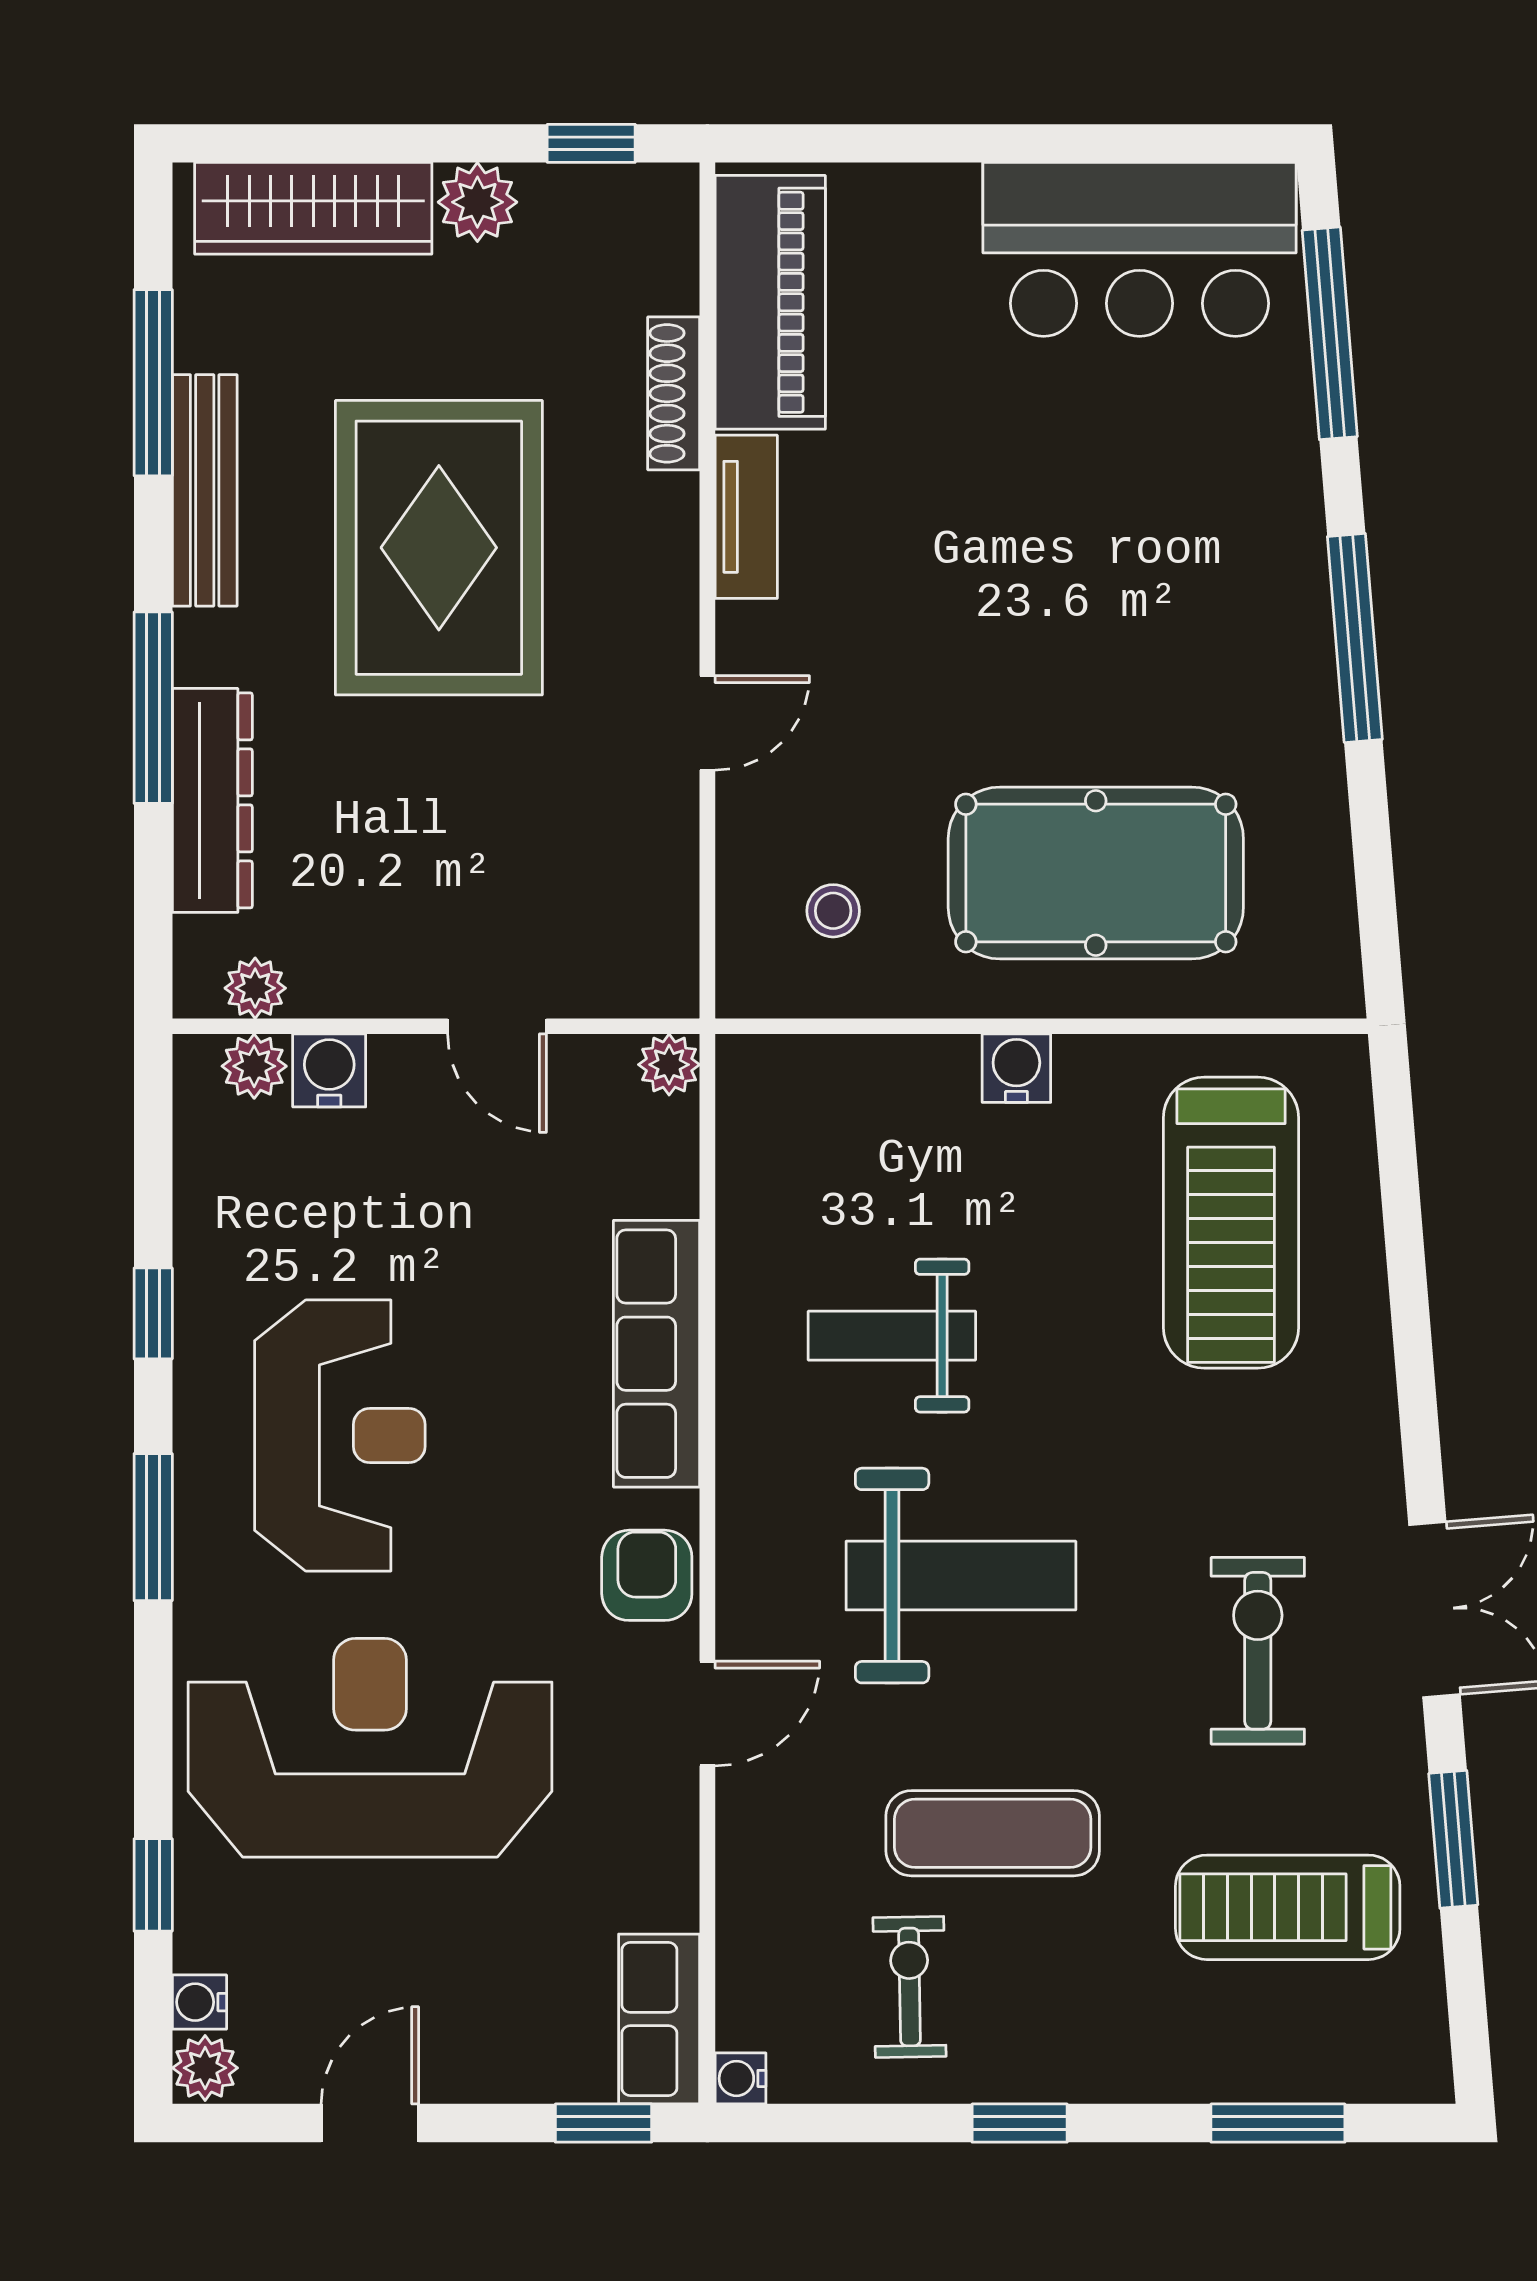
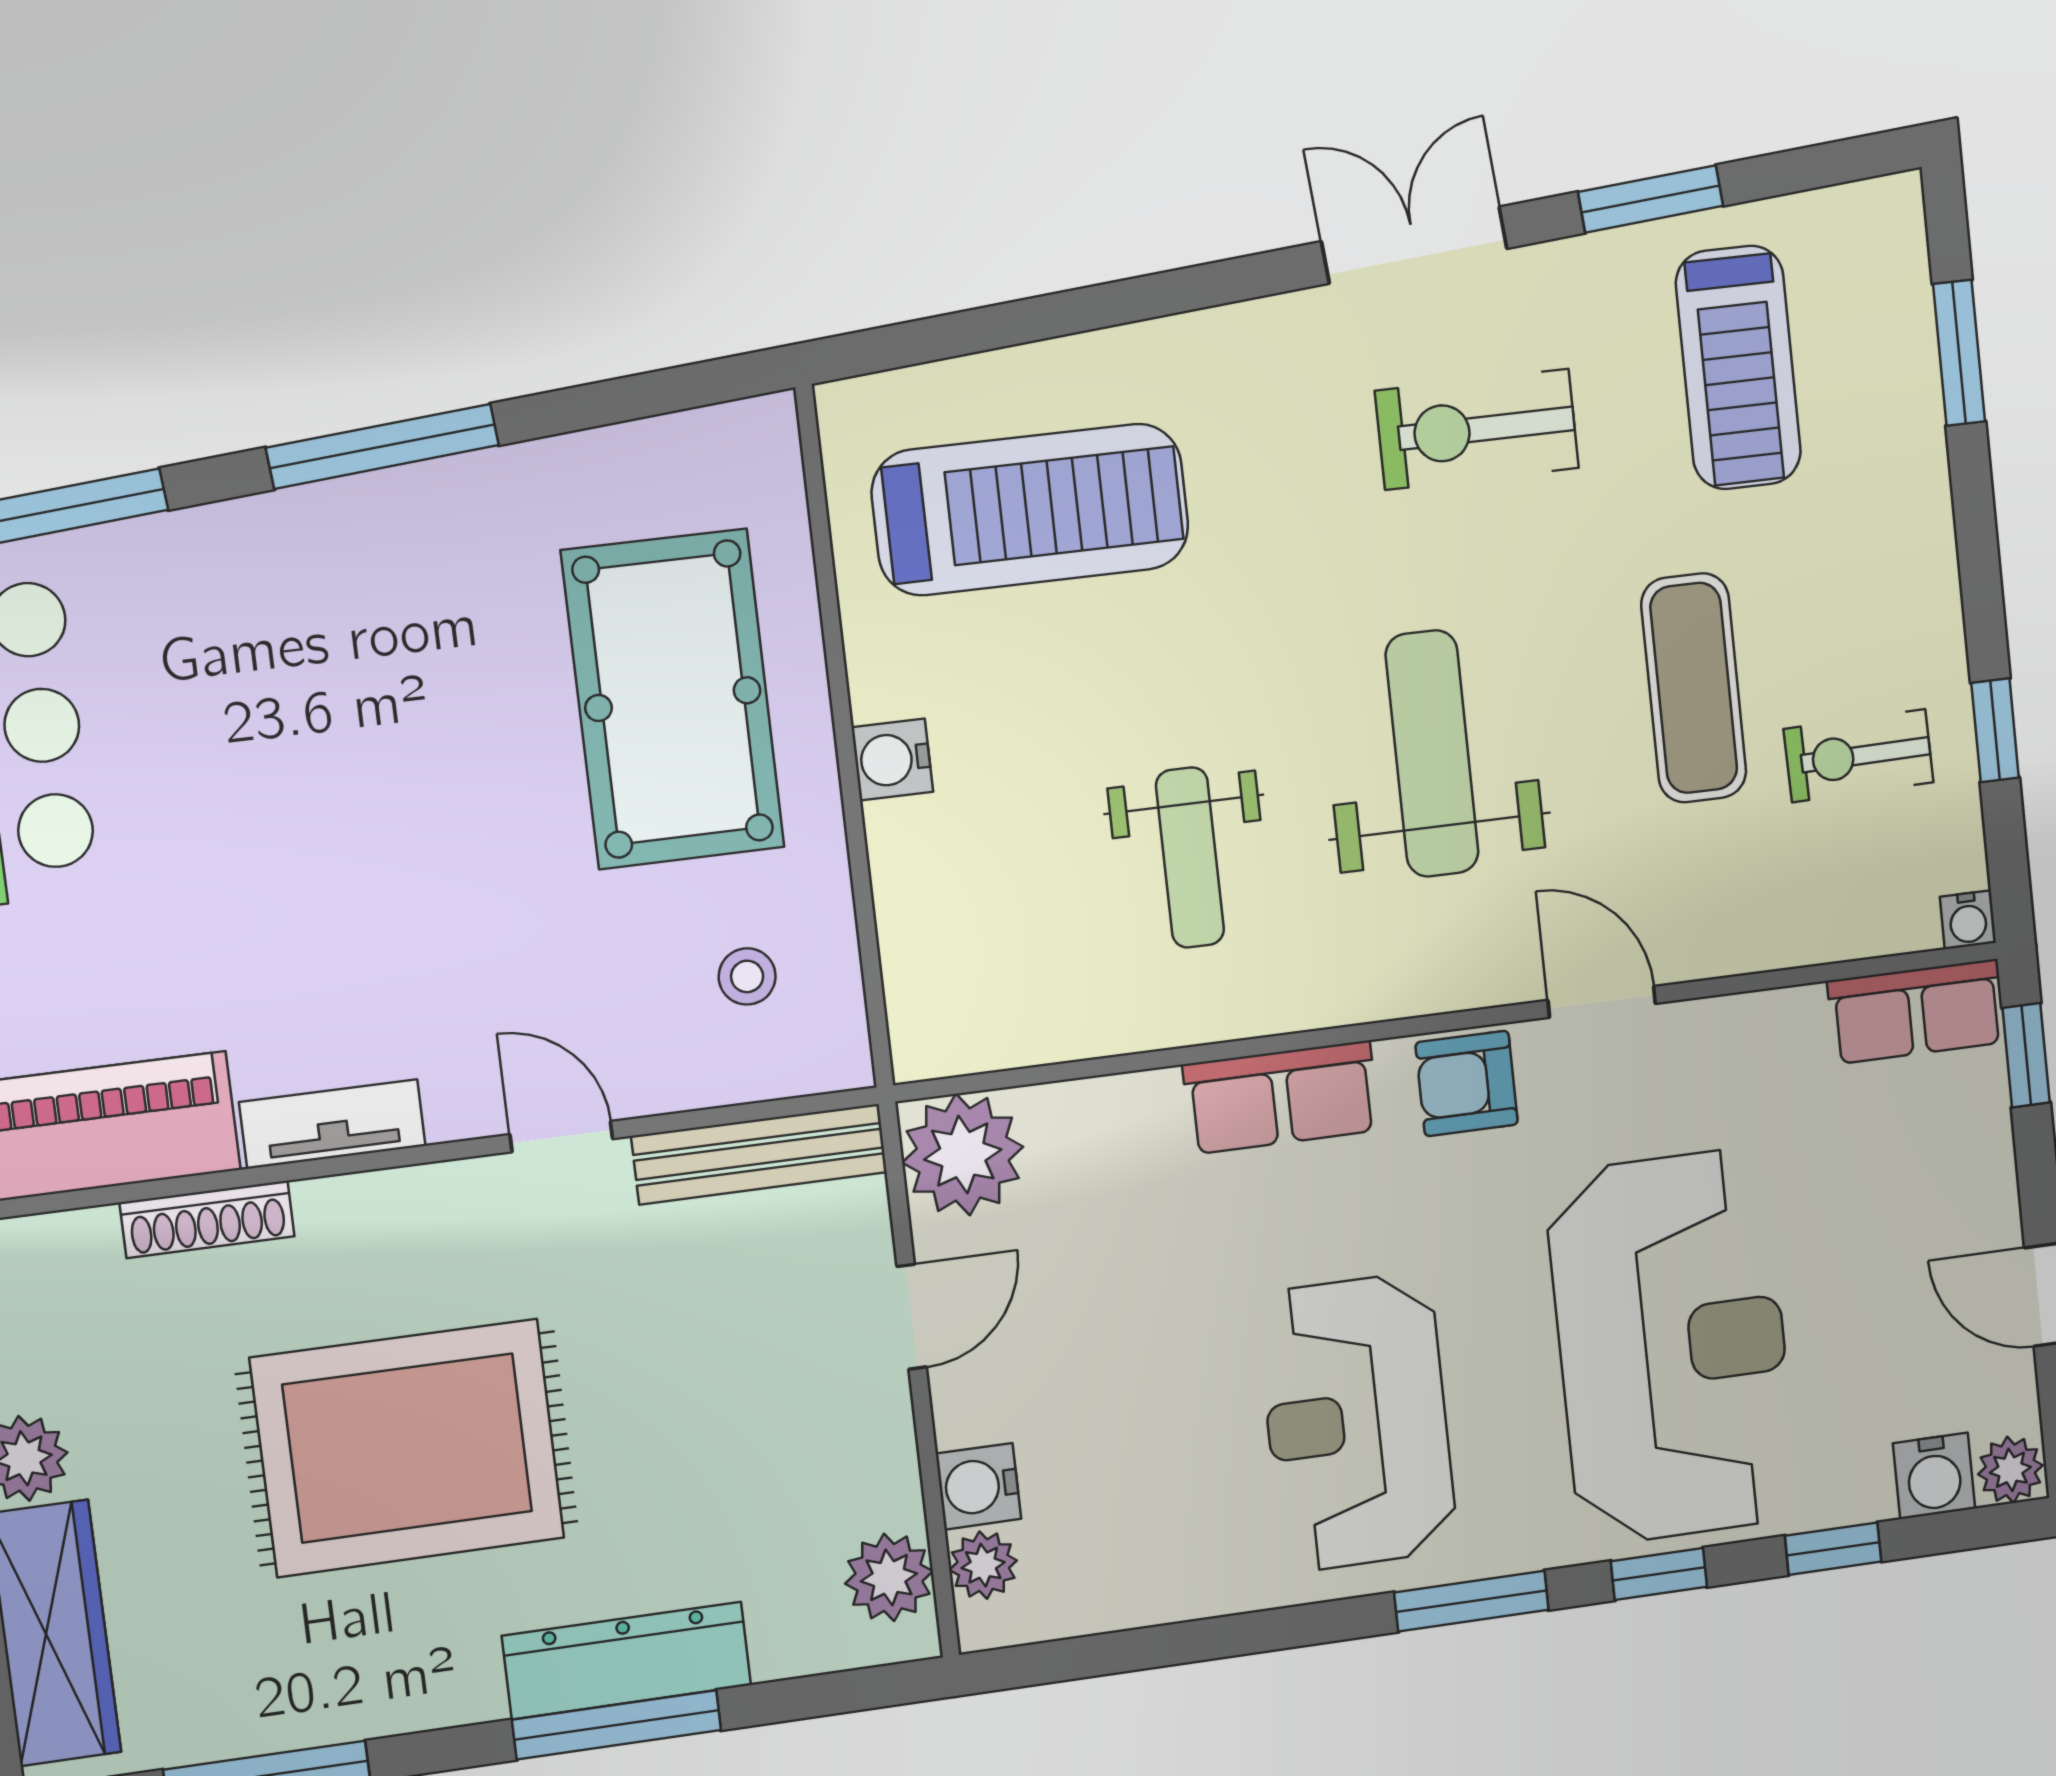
bench: (205, 490) -> (759, 1154), moved
dresser: (212, 800) -> (627, 1660), moved
plant: (255, 988) -> (889, 1577), width x1.38, depth x1.38
plant: (669, 1065) -> (963, 1155), width x1.88, depth x1.88
window: (153, 1313) -> (1659, 1574), moved
row of seats: (657, 1354) -> (1281, 1097), width x0.68
reception desk: (340, 1435) -> (1357, 1422), turned -90
reception desk: (370, 1748) -> (1672, 1347), turned 180
water cooler: (199, 2002) -> (1934, 1476), width x1.38, depth x1.38
window: (1020, 2123) -> (1995, 730), moved

